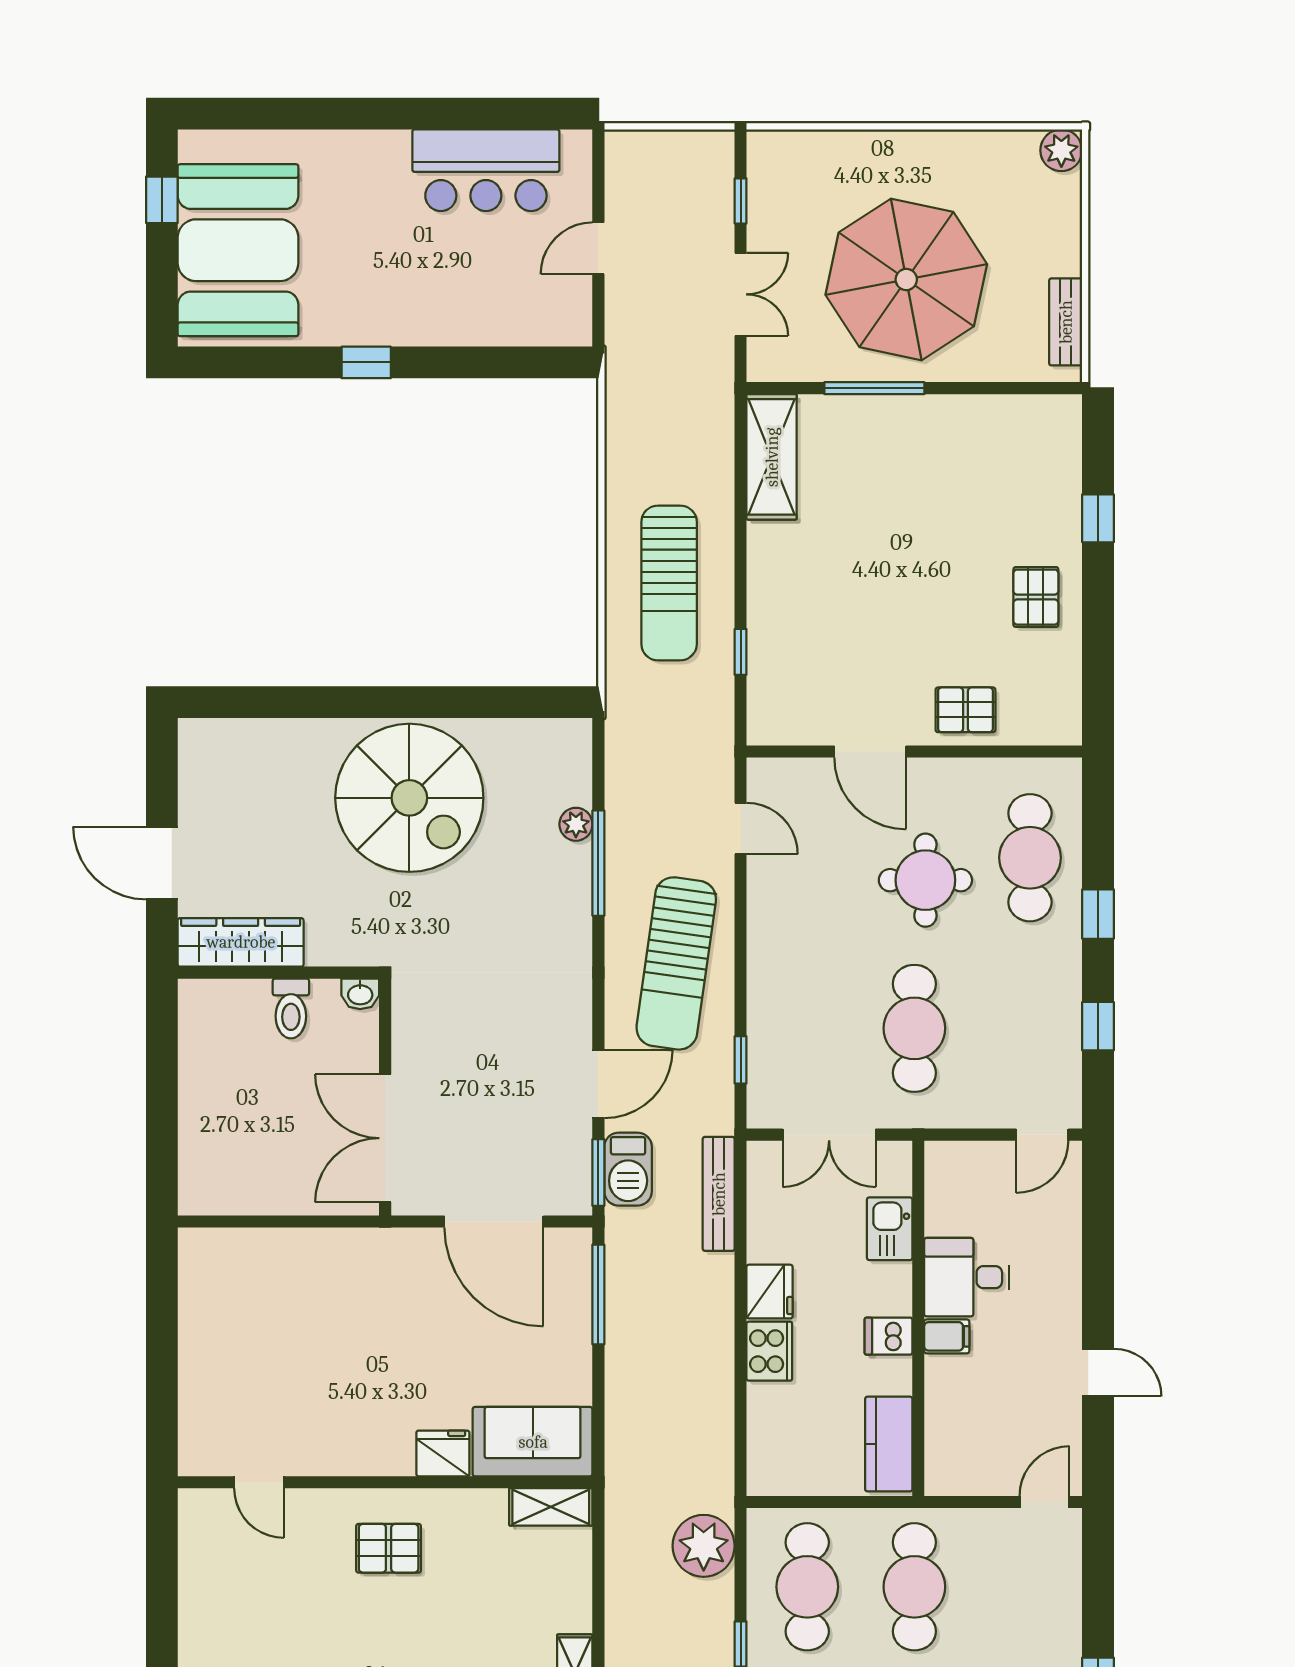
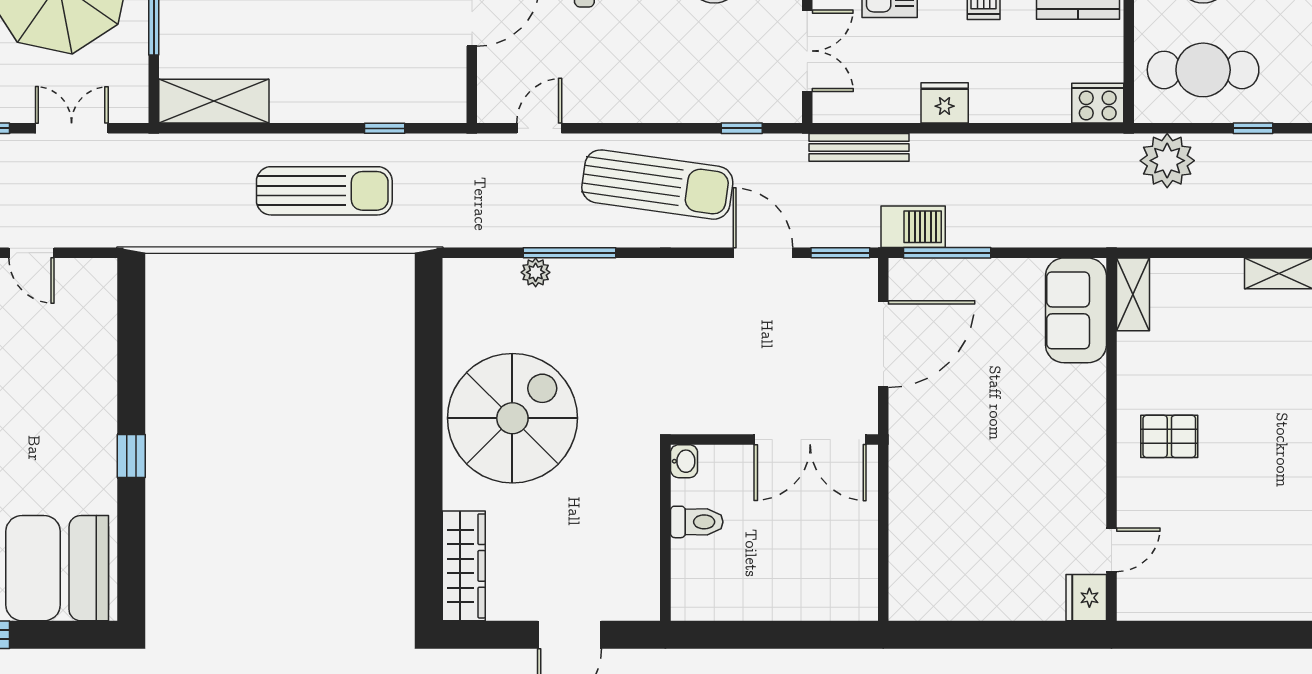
wardrobe: (241, 942) -> (464, 566), moved, turned 180
barbecue: (628, 1169) -> (913, 227), moved
cooker: (769, 1351) -> (1098, 103), moved
fridge: (443, 1453) -> (1086, 598), moved
pallet: (389, 1548) -> (1169, 436), turned 90

